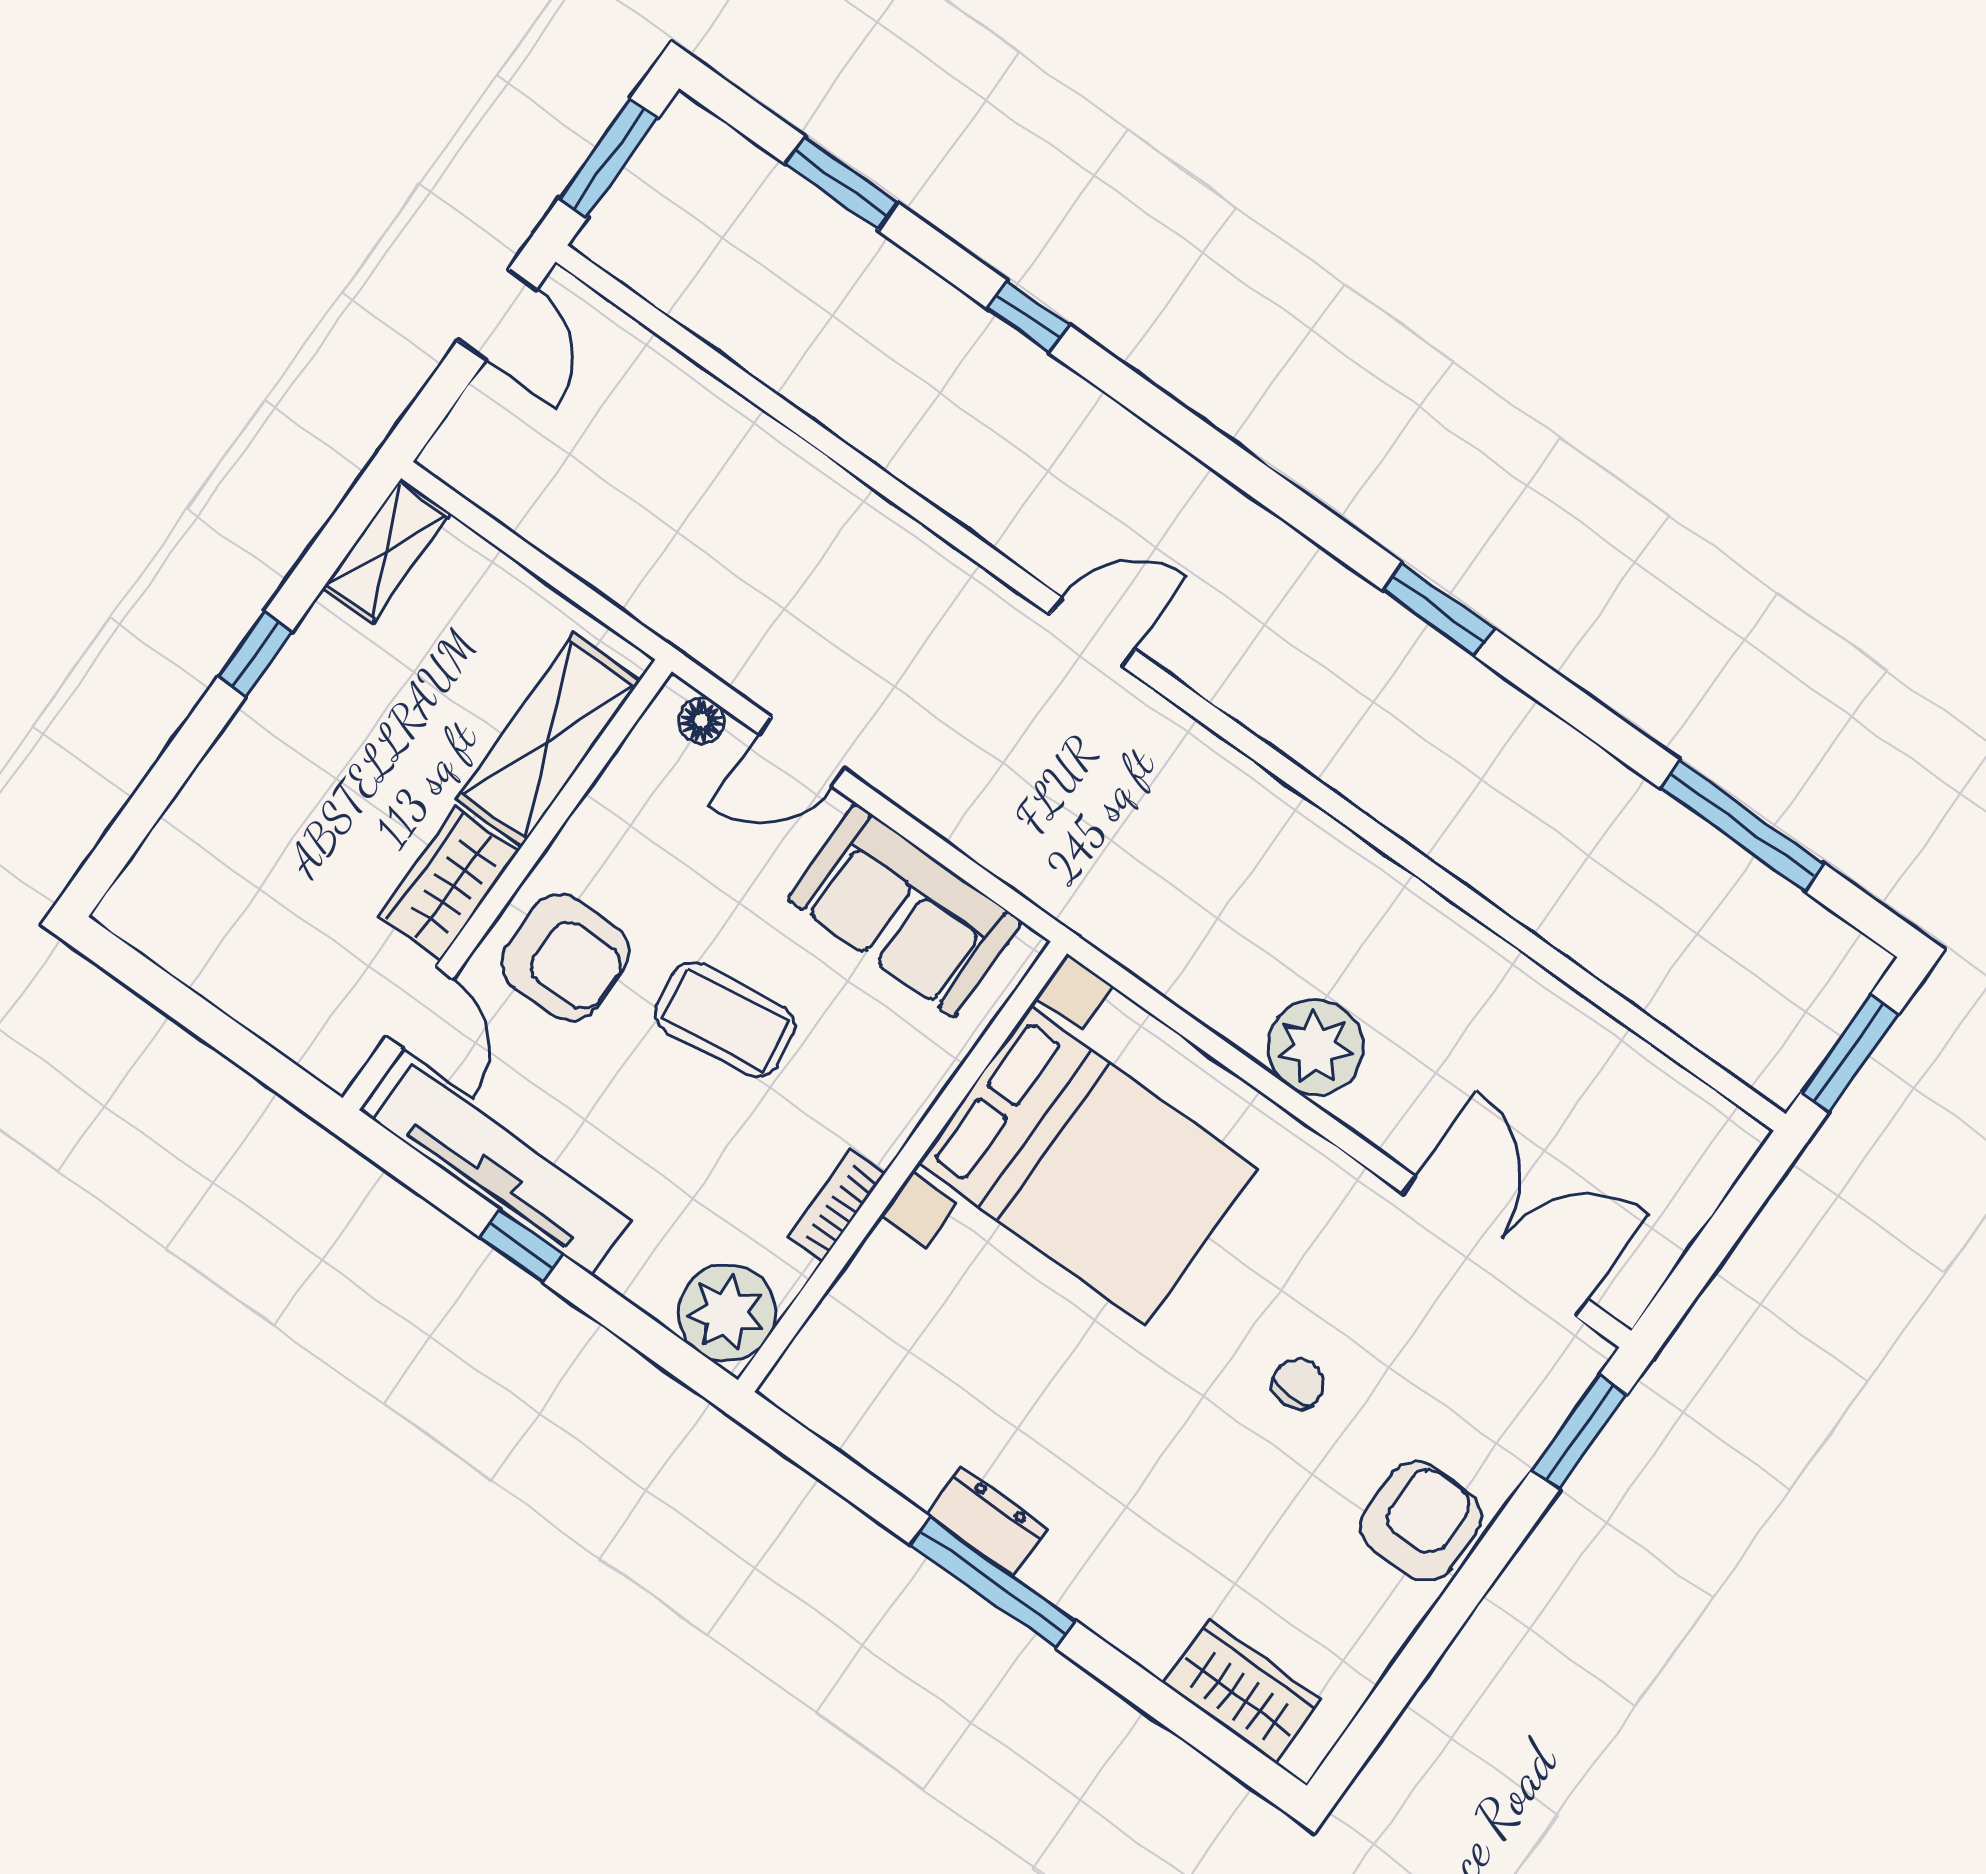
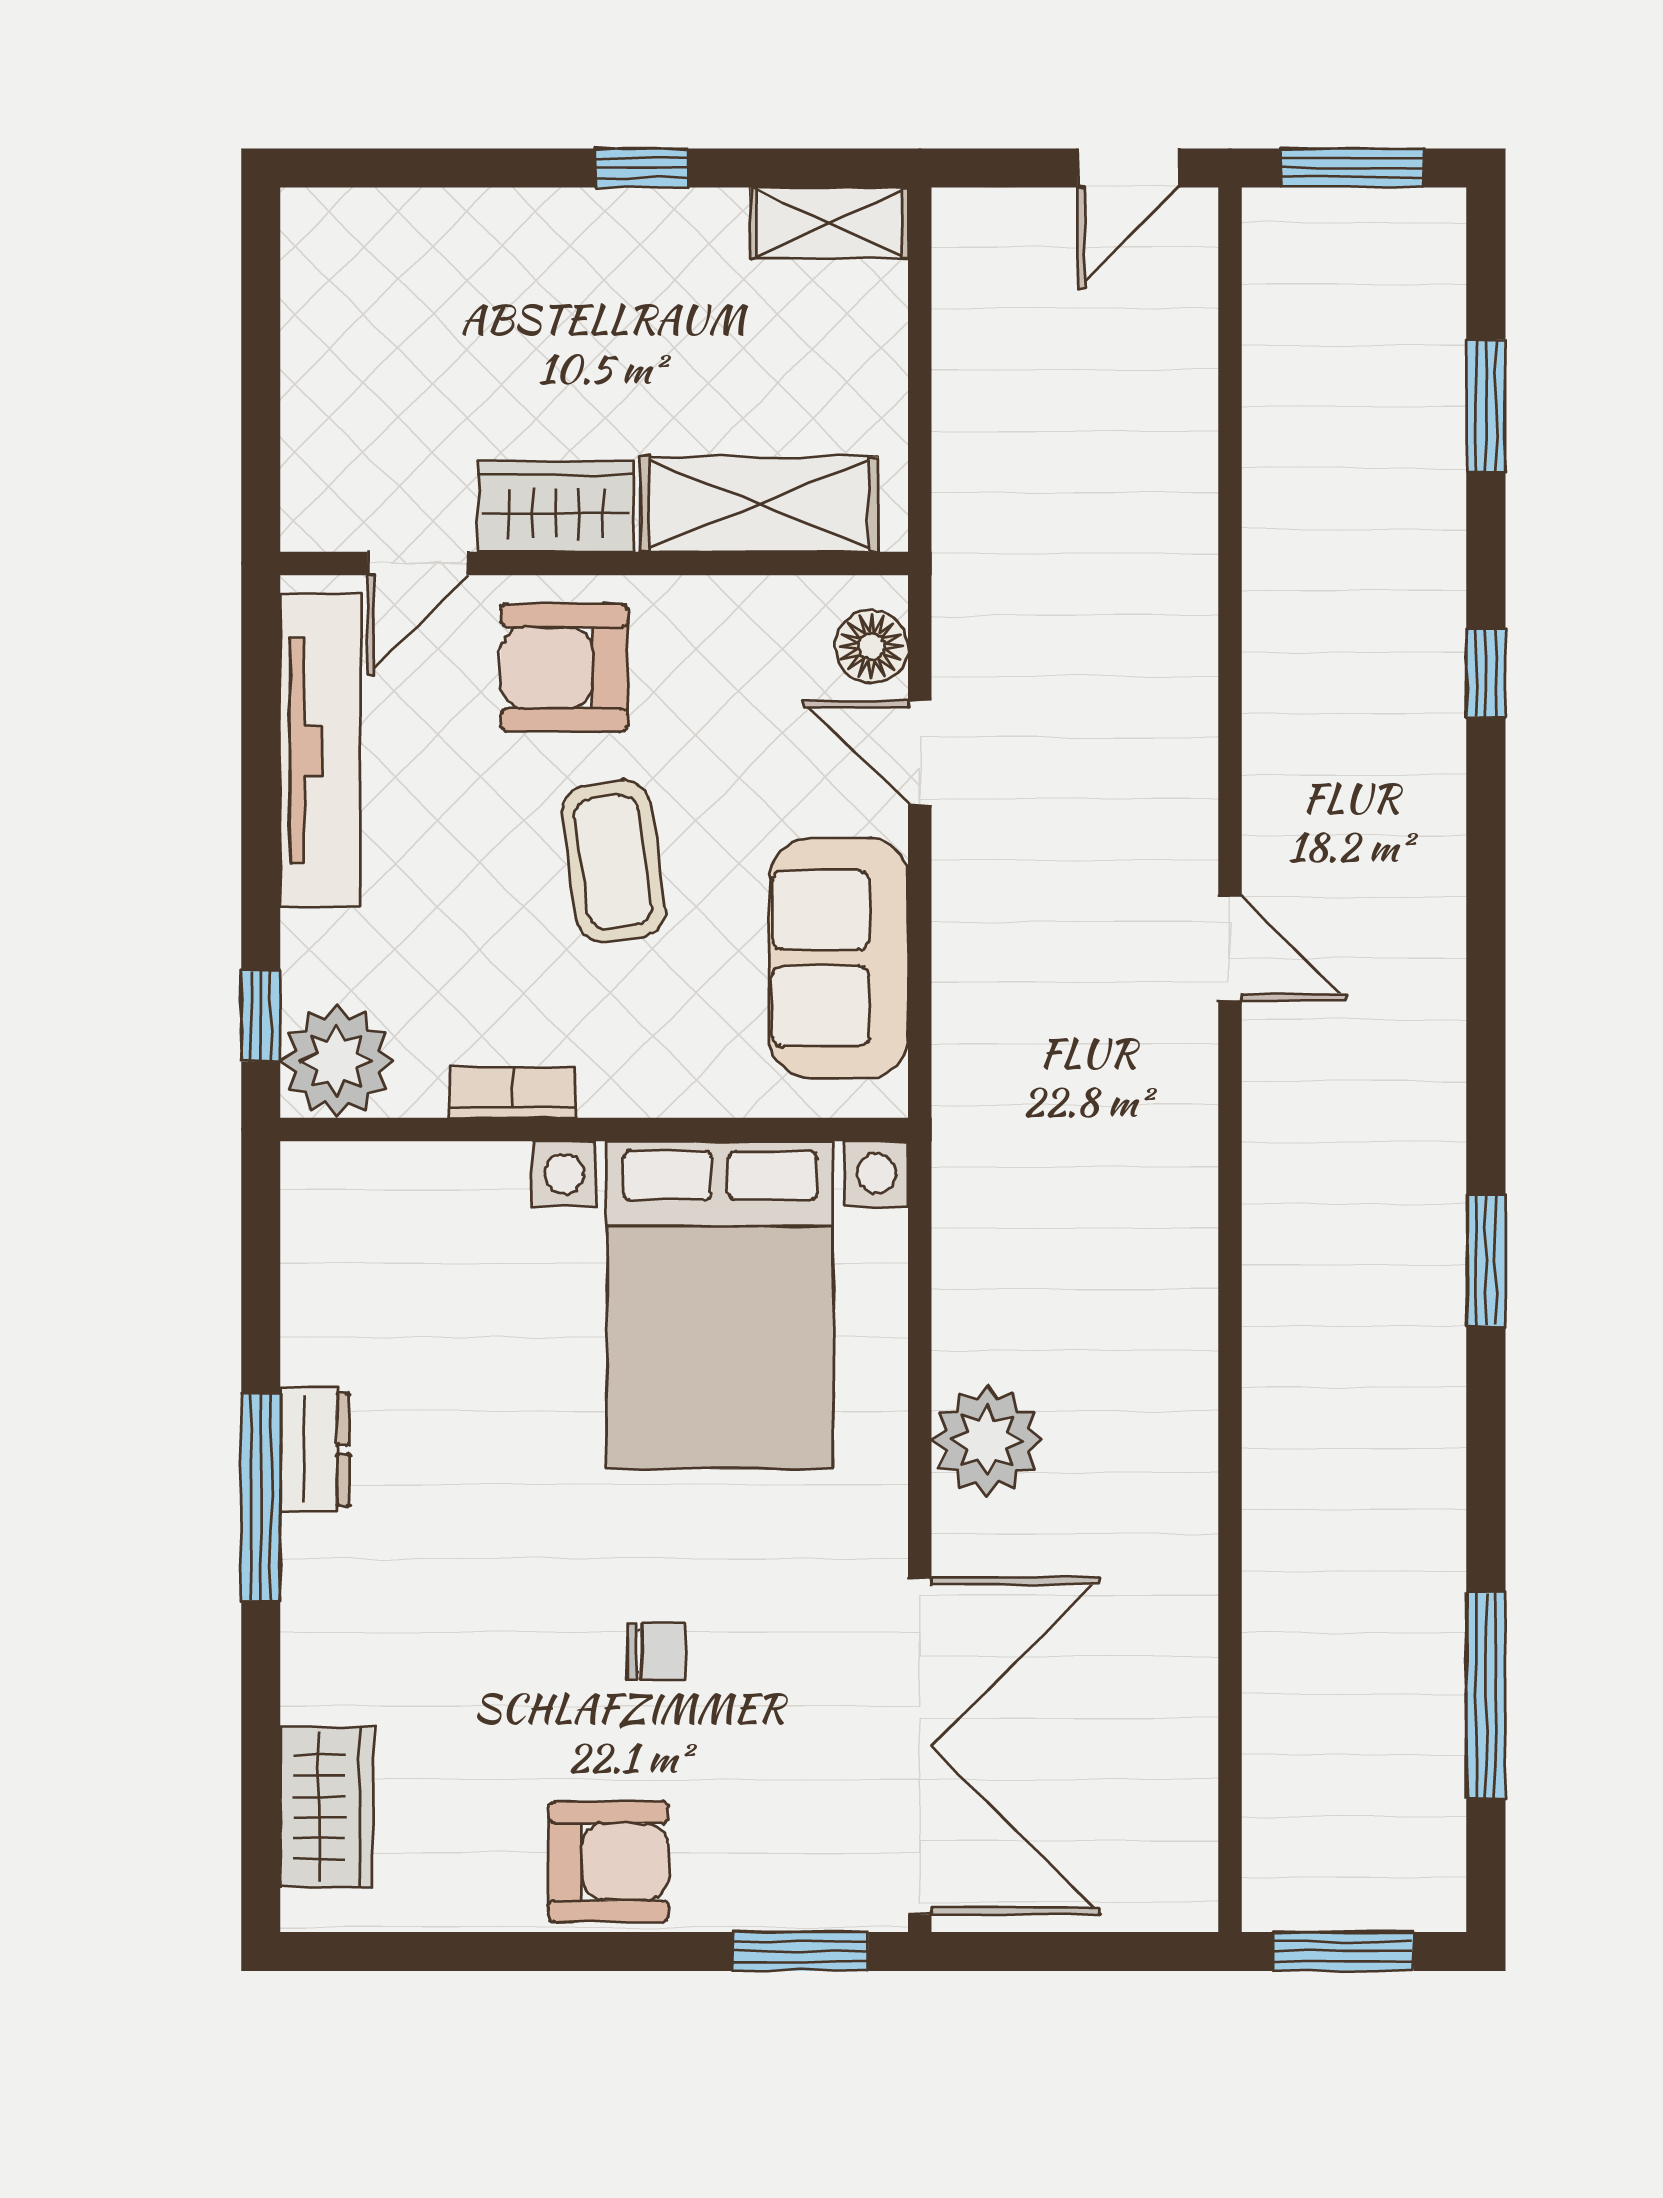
floor lamp: (701, 720) -> (871, 646), width x1.37, depth x1.37
armchair: (565, 957) -> (564, 668), turned 90
window: (521, 1246) -> (261, 1016), moved
double door: (1495, 1246) -> (920, 1746), width x1.36

